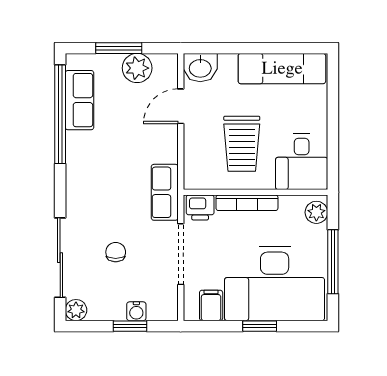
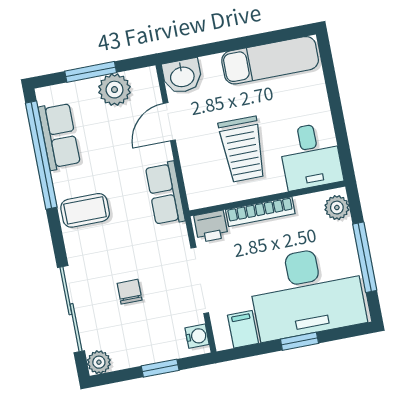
coffee table: (90, 171) -> (85, 210), added
row of seats: (165, 192) -> (165, 193), moved
water cooler: (136, 311) -> (197, 336), moved, turned -90

